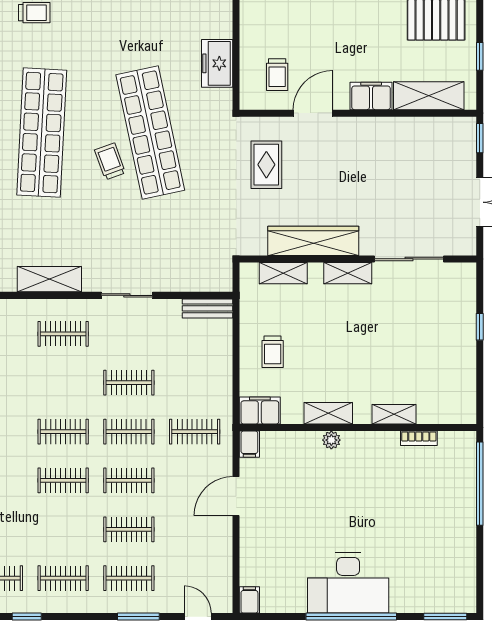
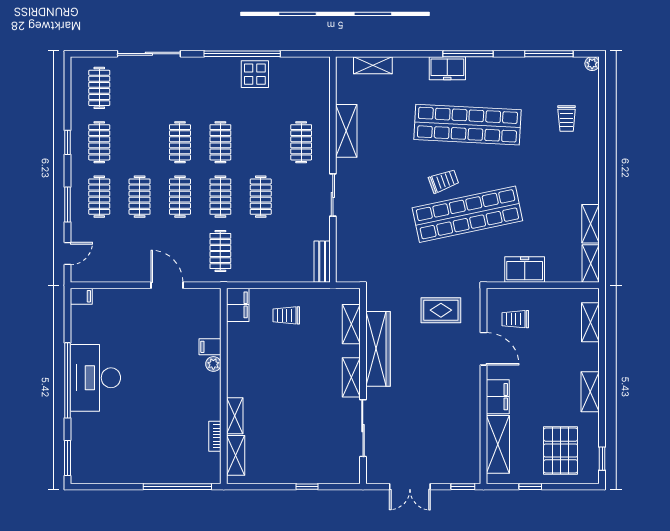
shelving: (328, 413) -> (236, 455), moved
filing cabinet: (249, 444) -> (210, 347), moved
window: (27, 617) -> (67, 142), moved

